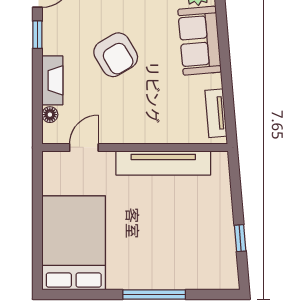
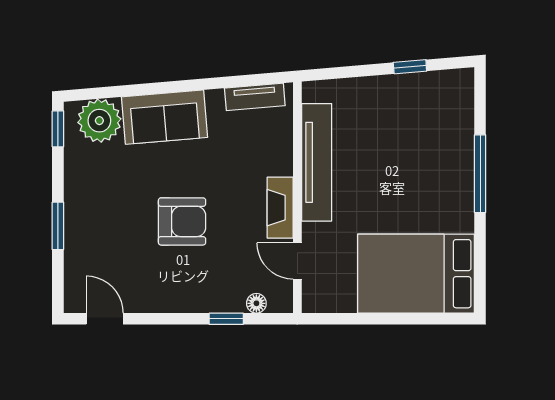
window: (37, 35) -> (226, 319), moved
armchair: (116, 55) -> (182, 221), turned 31
fireplace: (52, 80) -> (280, 208), moved, turned -90

